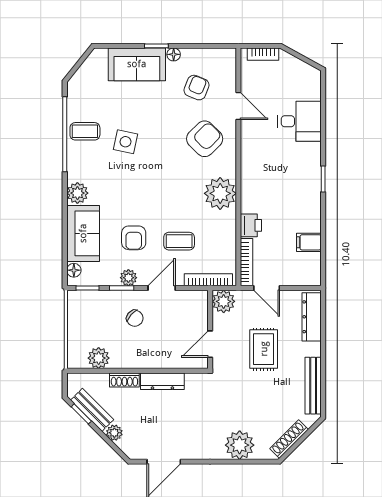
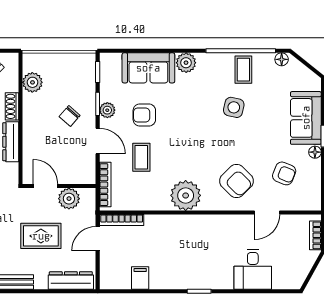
printer: (251, 225) -> (156, 224), removed
floor lamp: (74, 270) -> (282, 59), moved
plant: (224, 301) -> (69, 199), moved

